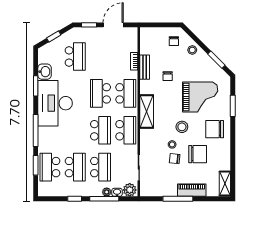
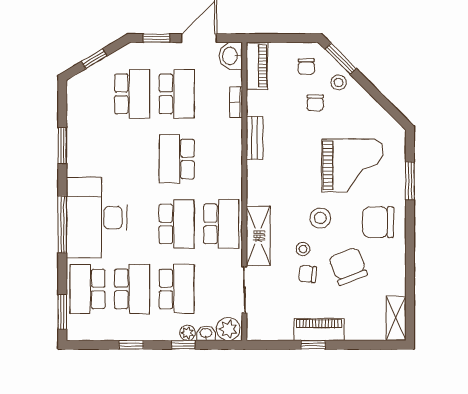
piano: (146, 41) -> (257, 66), added
window: (216, 60) -> (341, 59), moved
bench: (145, 67) -> (255, 138), moved
washbasin: (45, 72) -> (231, 56), moved, turned 180
chair: (168, 76) -> (315, 103), moved
school desk: (126, 93) -> (177, 94), moved
desk: (55, 103) -> (97, 218), moved
shelving: (147, 112) -> (258, 236), moved
chair: (198, 154) -> (348, 266), turned -111
window: (36, 165) -> (62, 312), moved
piano: (192, 190) -> (319, 330), moved
window: (104, 199) -> (183, 345), width x0.46
window: (178, 199) -> (313, 345), width x0.46

